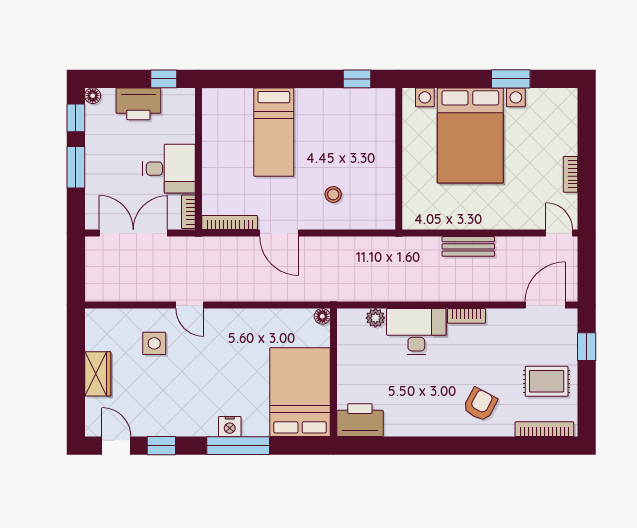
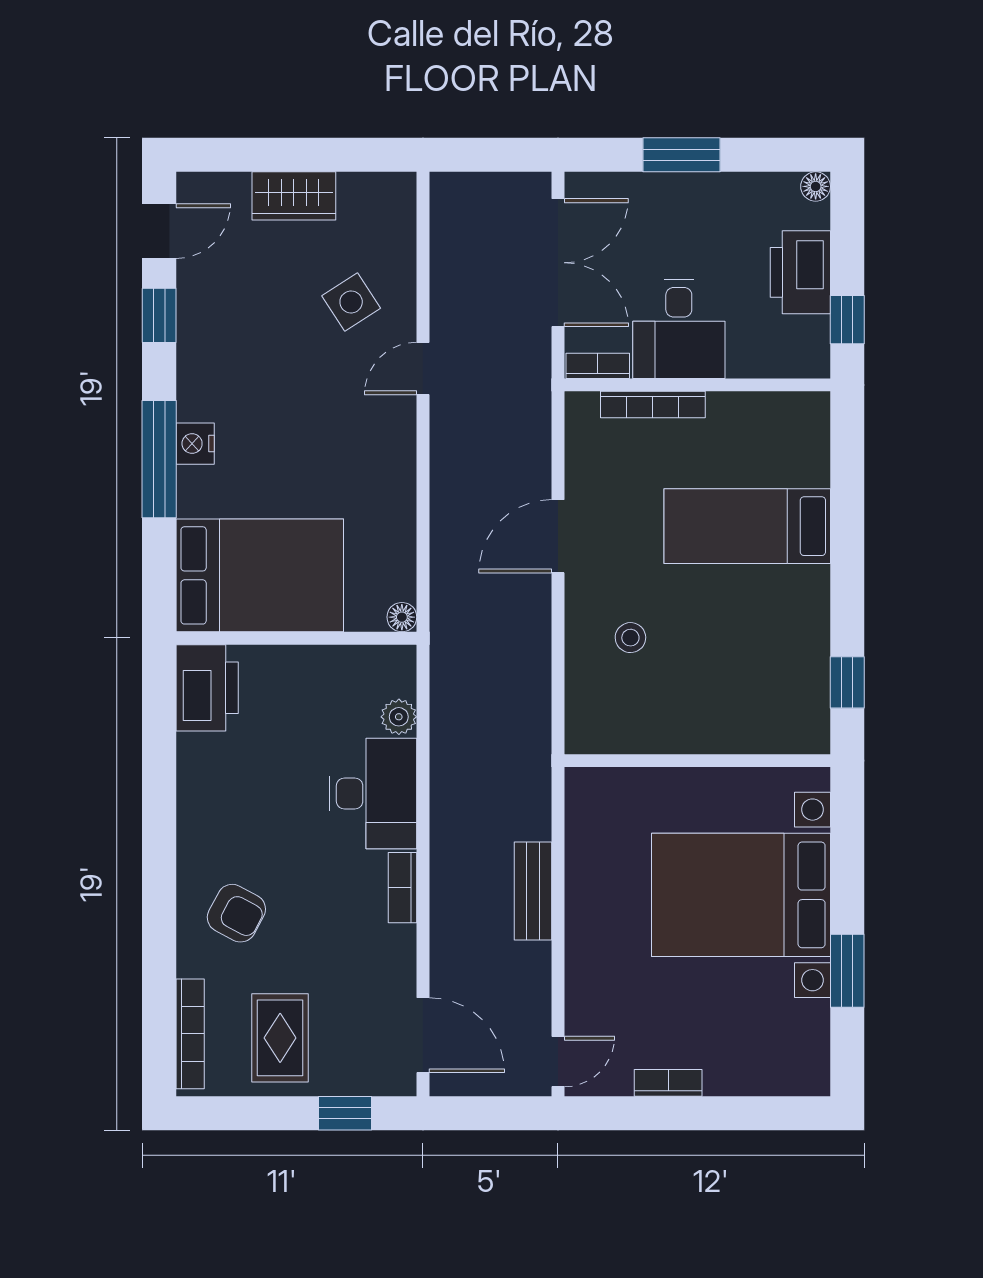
window: (76, 118) -> (774, 155), removed
bookcase: (230, 223) -> (653, 405), moved, turned 90
side table: (154, 343) -> (351, 302), turned -33

